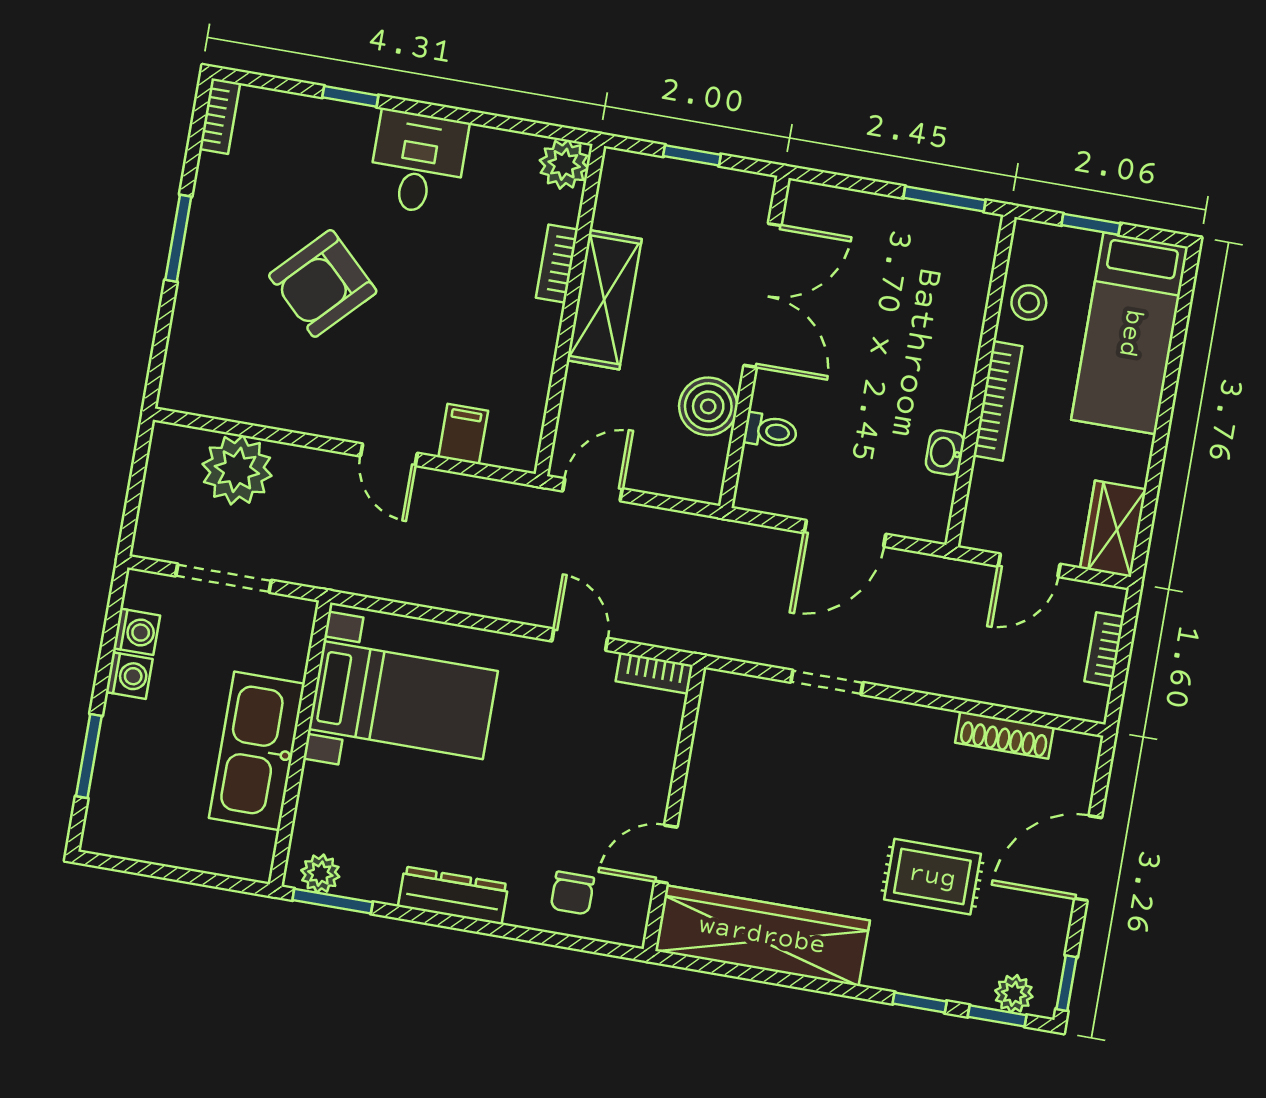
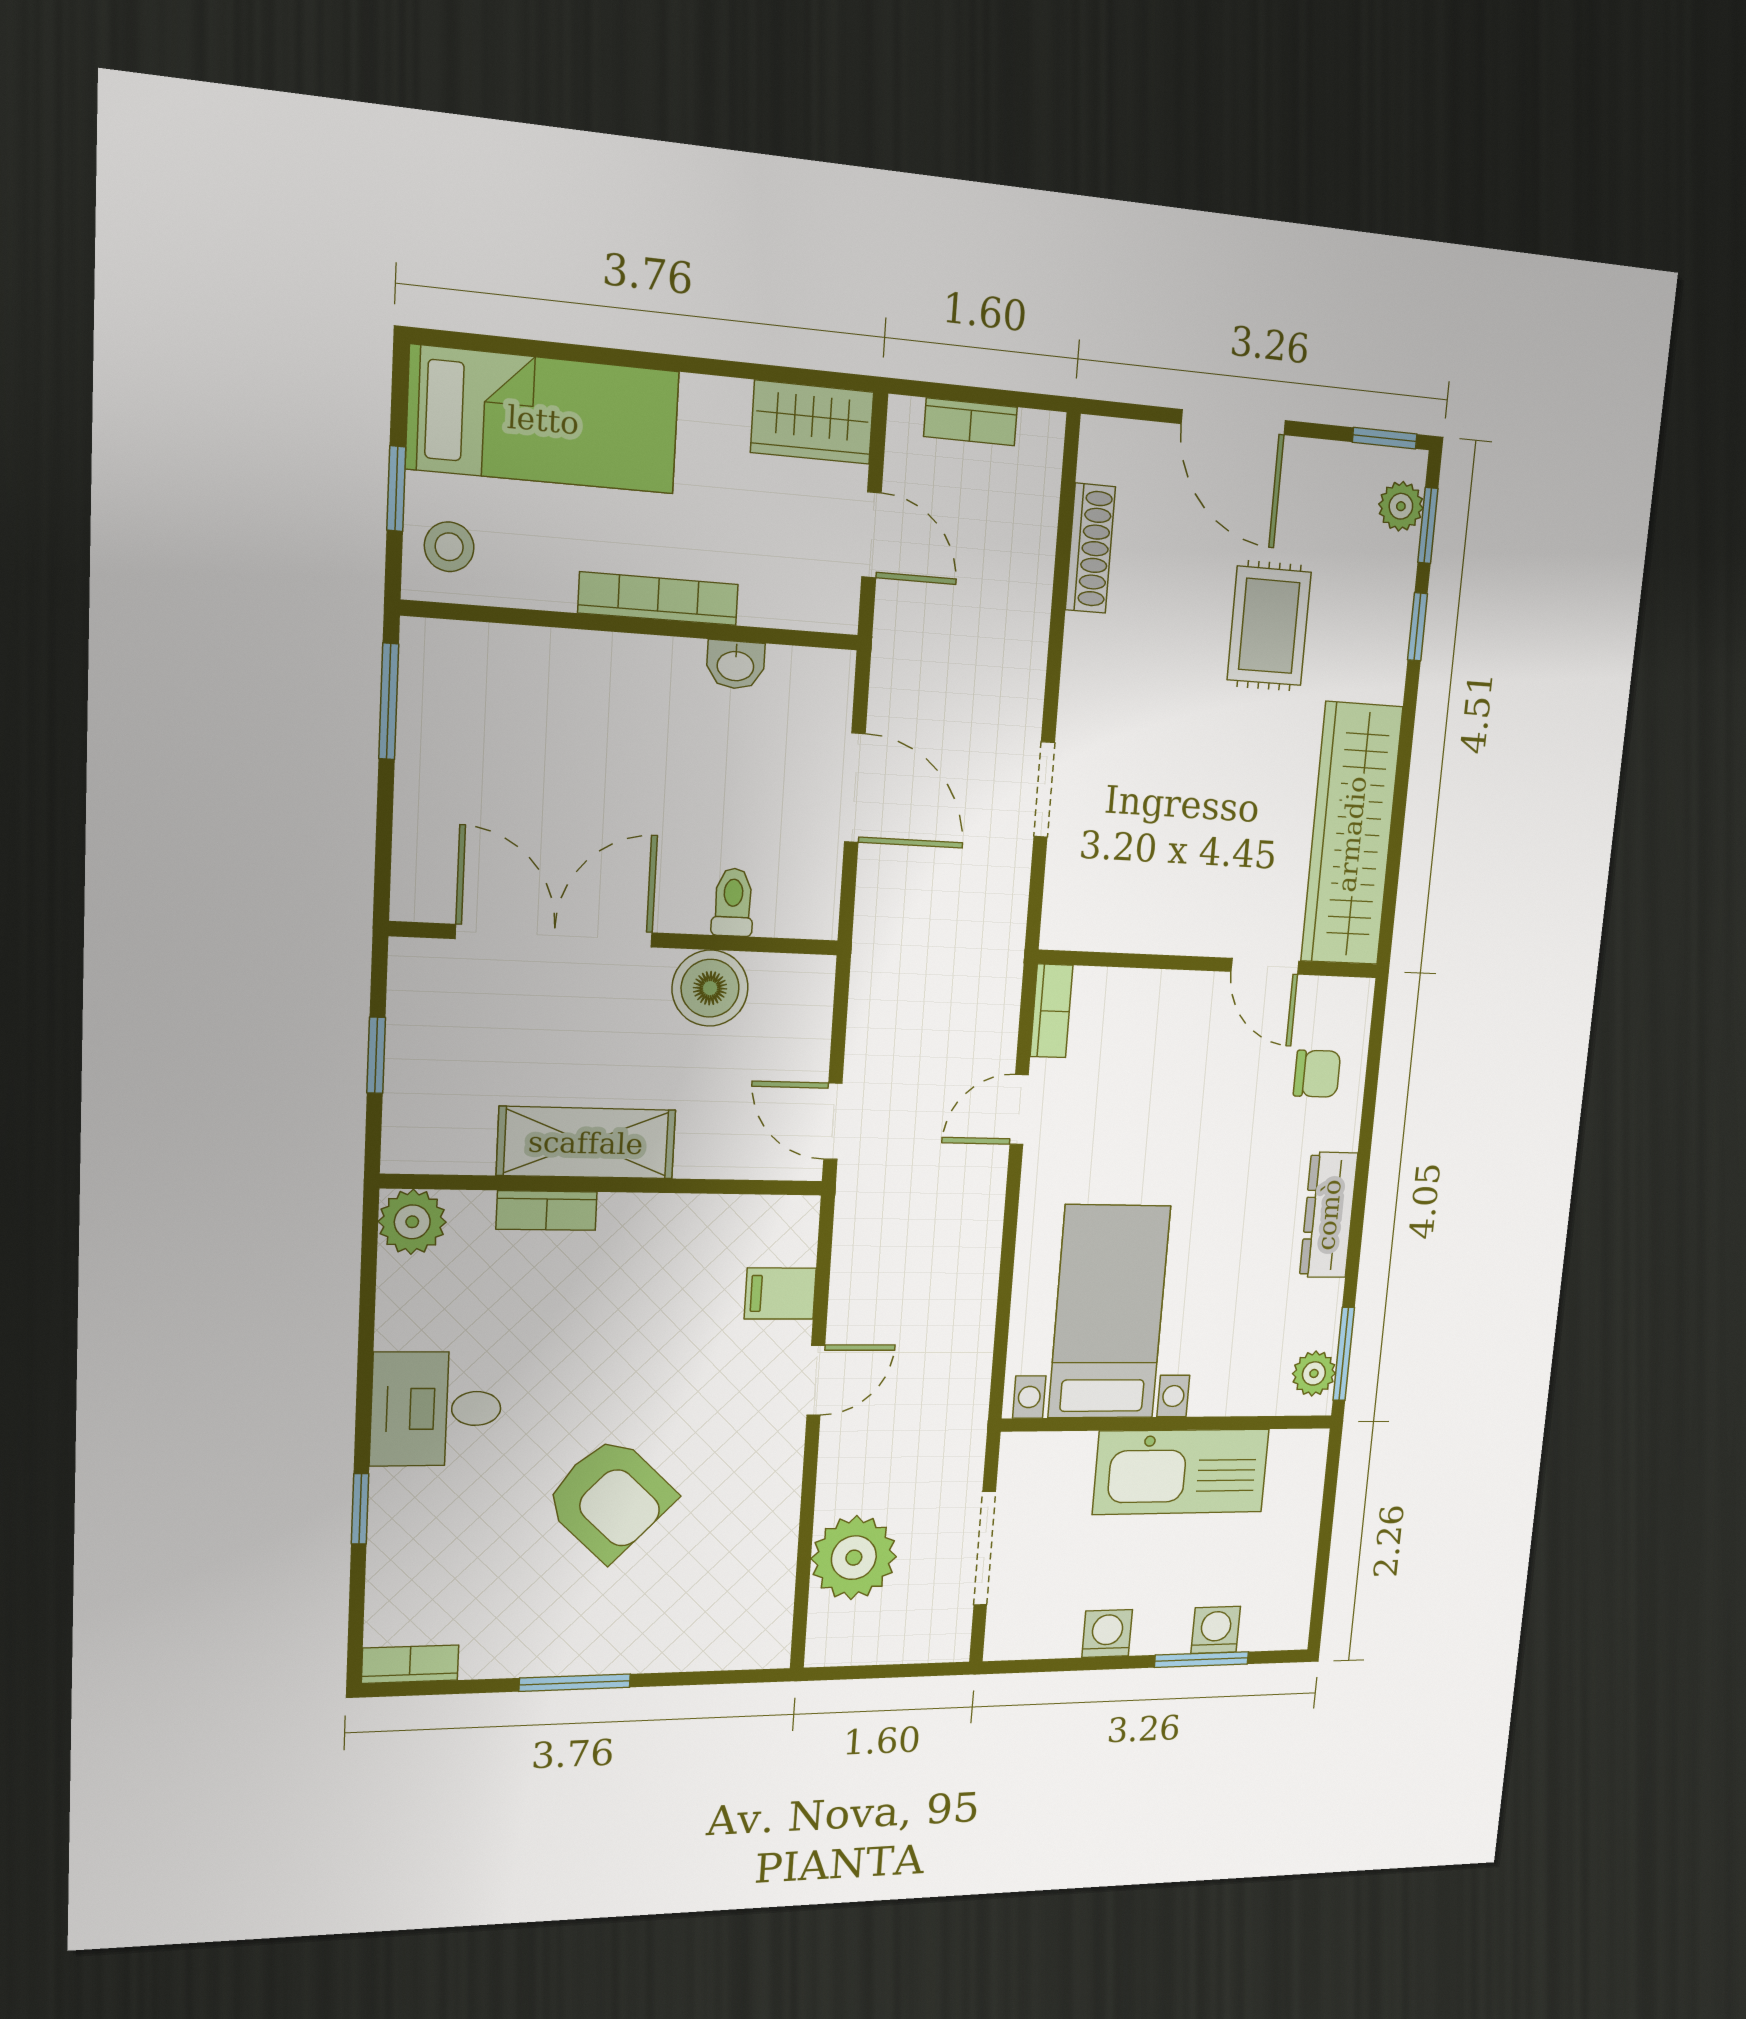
stool: (1029, 302) -> (449, 547), moved
washing machine: (137, 632) -> (1216, 1630), moved

